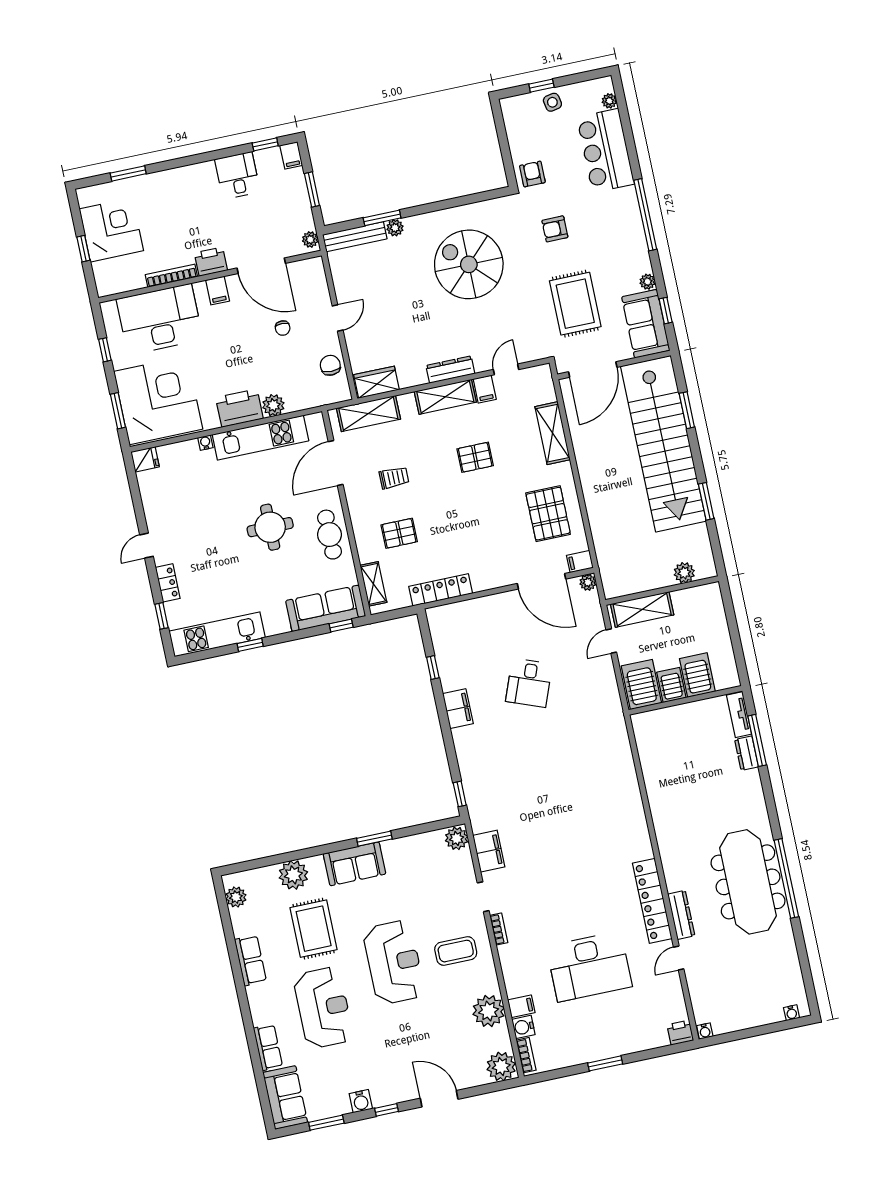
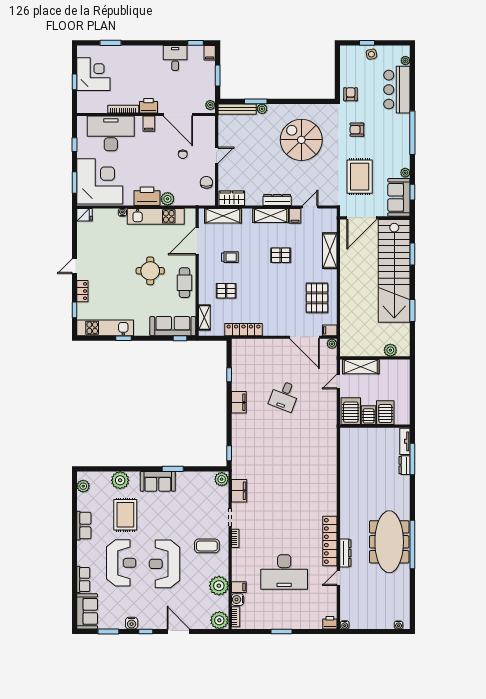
reception desk: (394, 962) -> (164, 564), moved, turned 180

